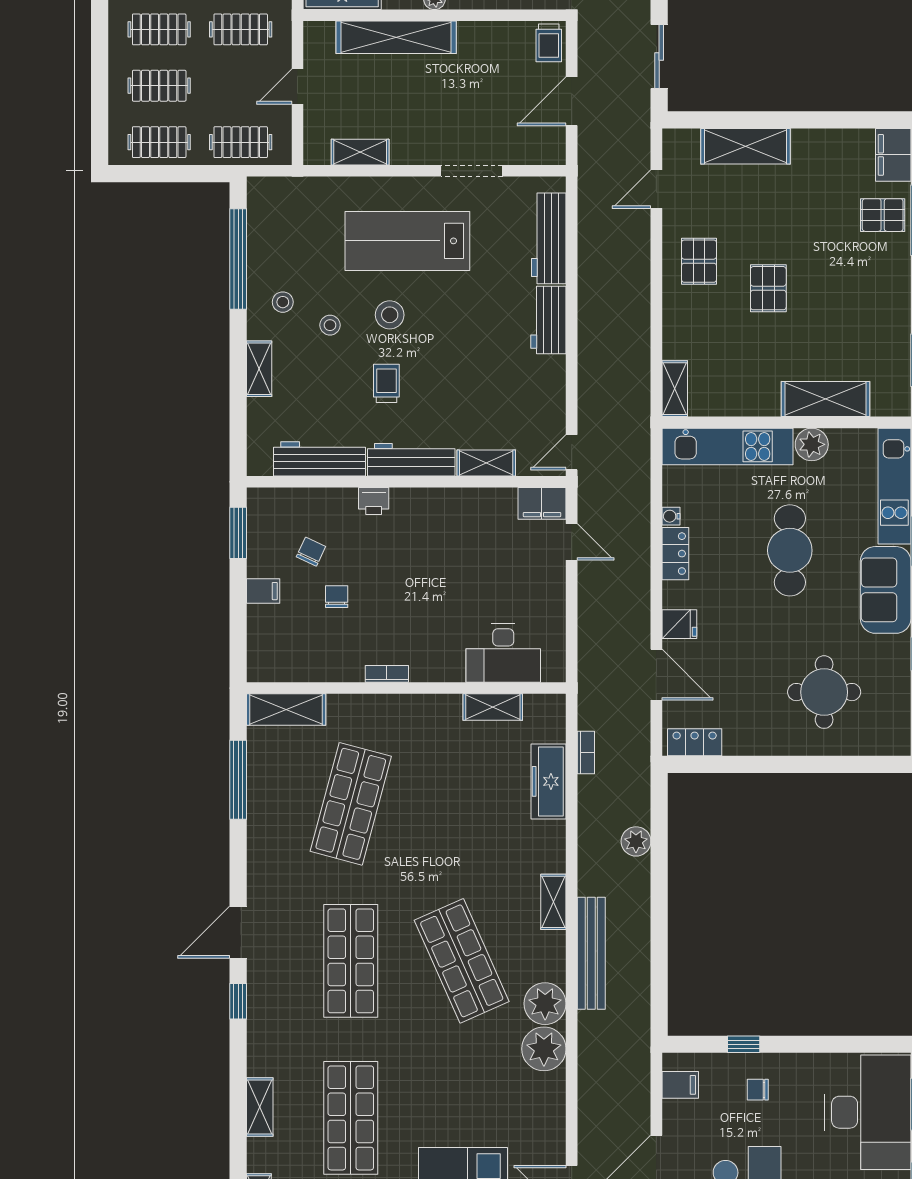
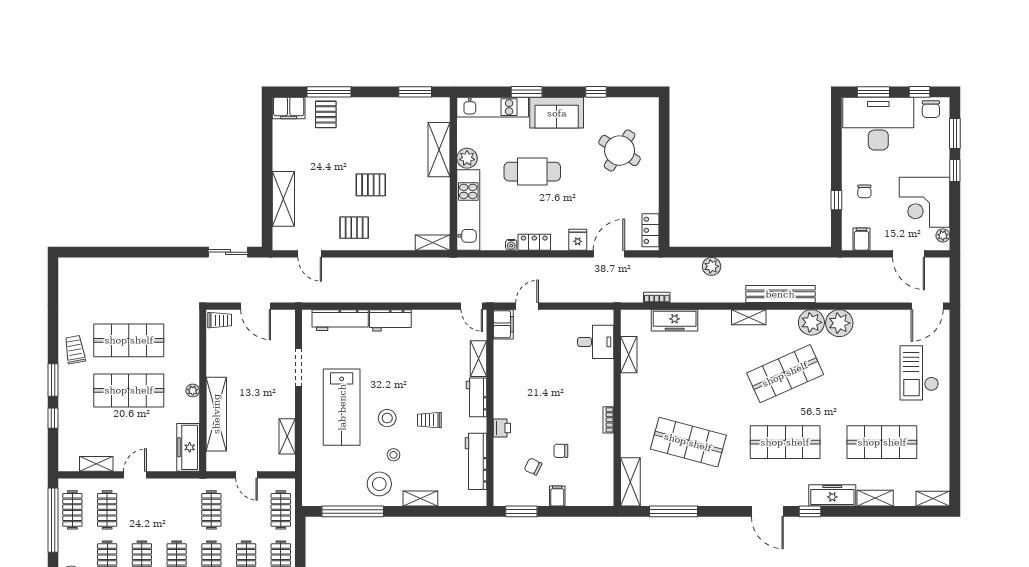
stool: (283, 302) -> (379, 484), width x1.89, depth x1.89
workbench: (411, 460) -> (476, 397), width x0.73
desk: (503, 653) -> (596, 342), width x0.73
round table: (824, 692) -> (620, 151), turned 32
freezer: (264, 1037) -> (832, 495), added

